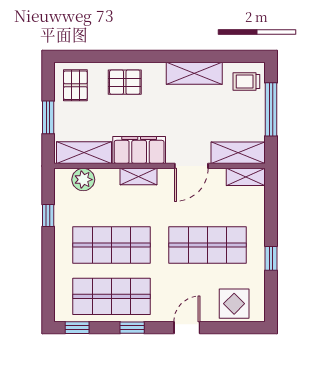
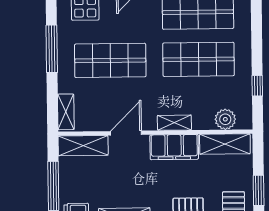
window: (48, 117) -> (259, 190), moved
shelving: (246, 177) -> (66, 112), moved, turned 90
window: (271, 258) -> (52, 49), width x2.17

